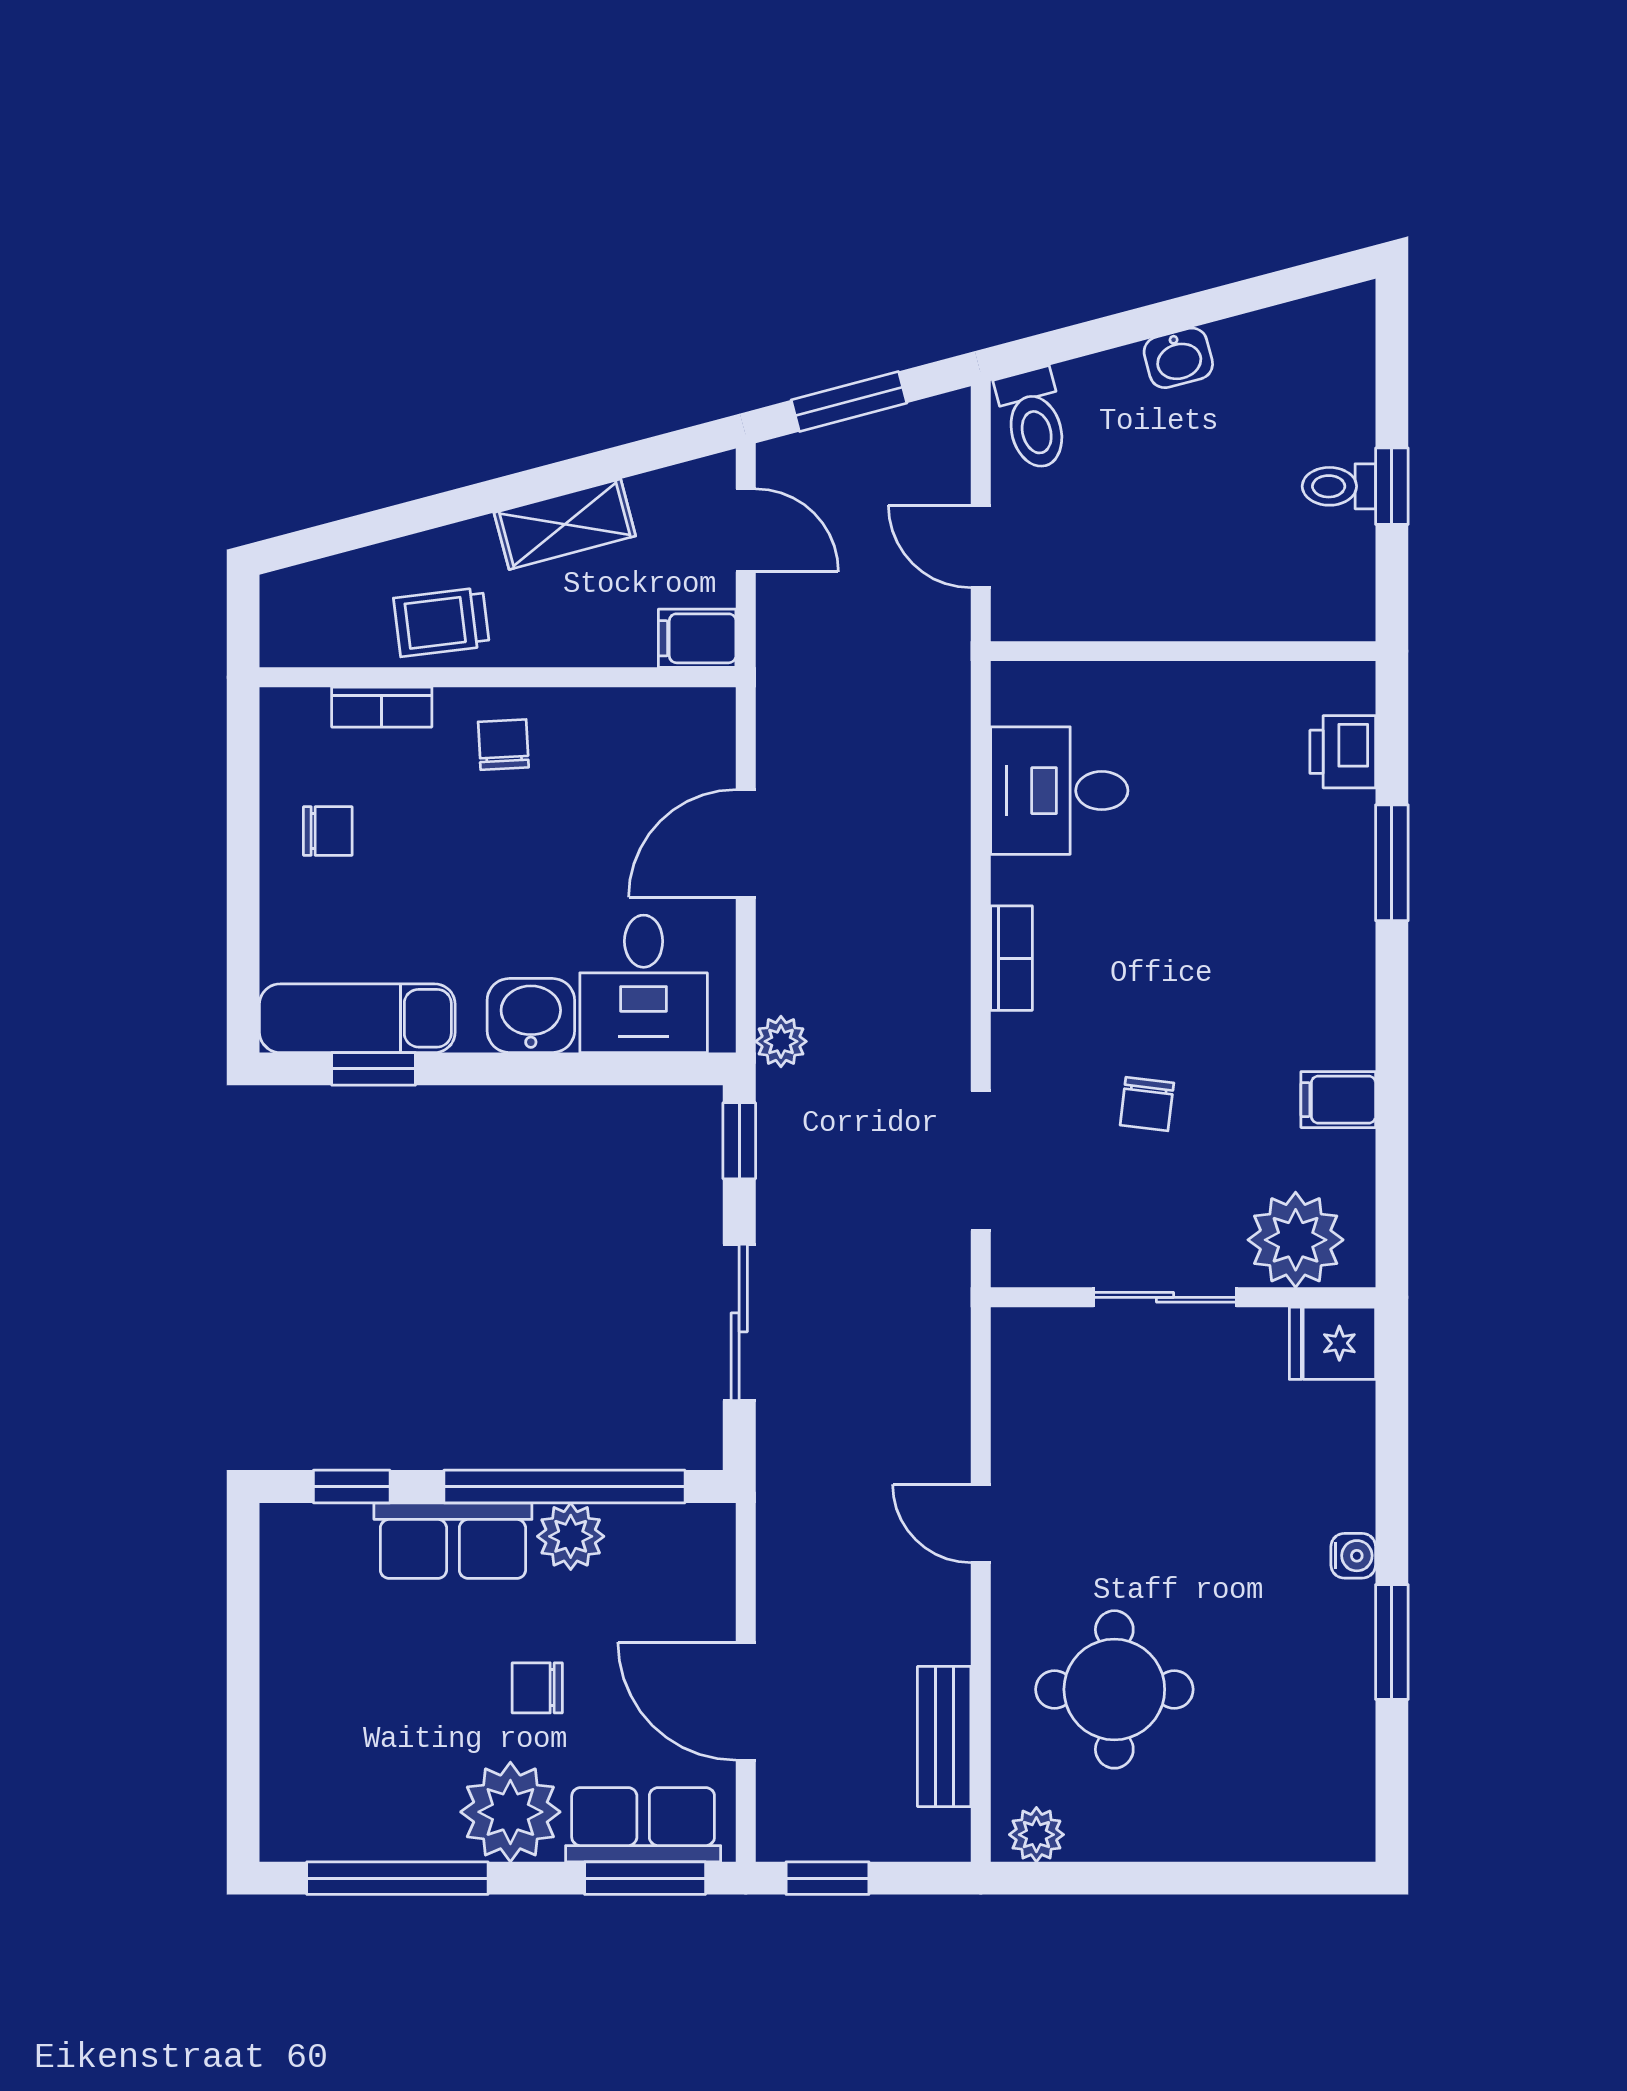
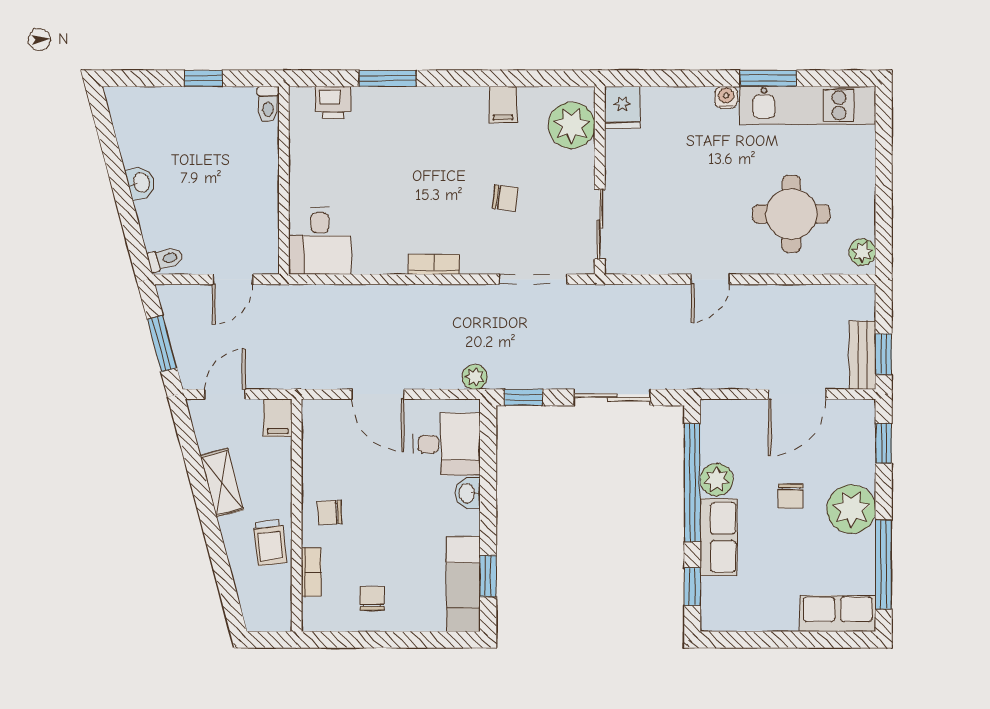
toilet: (1033, 419) -> (165, 259), width x0.73, depth x0.72
toilet: (1339, 486) -> (268, 104), moved
desk: (1059, 791) -> (320, 241), moved
washbasin: (531, 1016) -> (468, 493), width x0.72, depth x0.69
sliding door: (1165, 1297) -> (600, 224), moved
kitchen unit: (1336, 1722) -> (808, 105), added
bench: (944, 1736) -> (863, 355), moved, turned 90
row of seats: (643, 1825) -> (838, 614), moved, turned 90
window: (645, 1878) -> (884, 443), width x0.67

